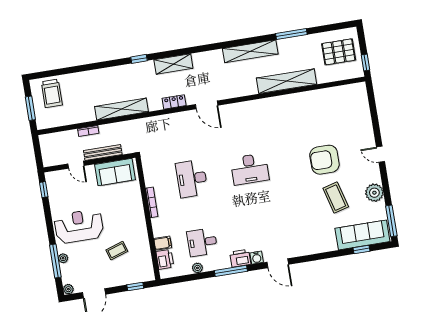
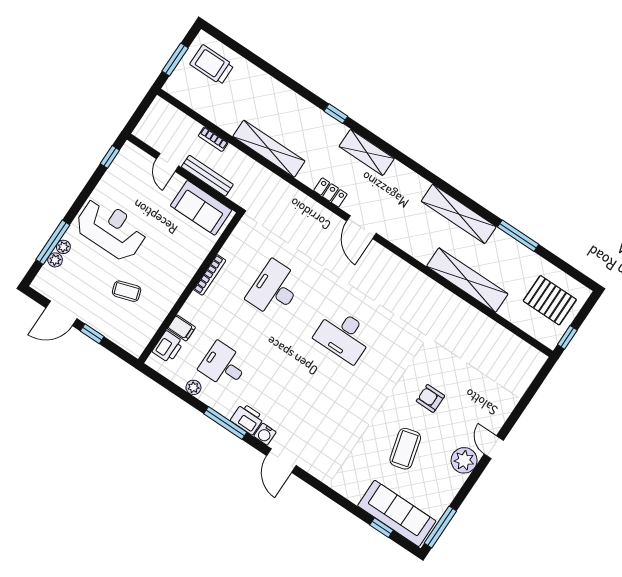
trolley: (52, 93) -> (212, 65), turned 90
armchair: (324, 160) -> (430, 398), width x0.53, depth x0.53
plant: (374, 193) -> (464, 460), moved
window: (135, 287) -> (92, 334), moved
plant: (68, 289) -> (55, 260), moved

